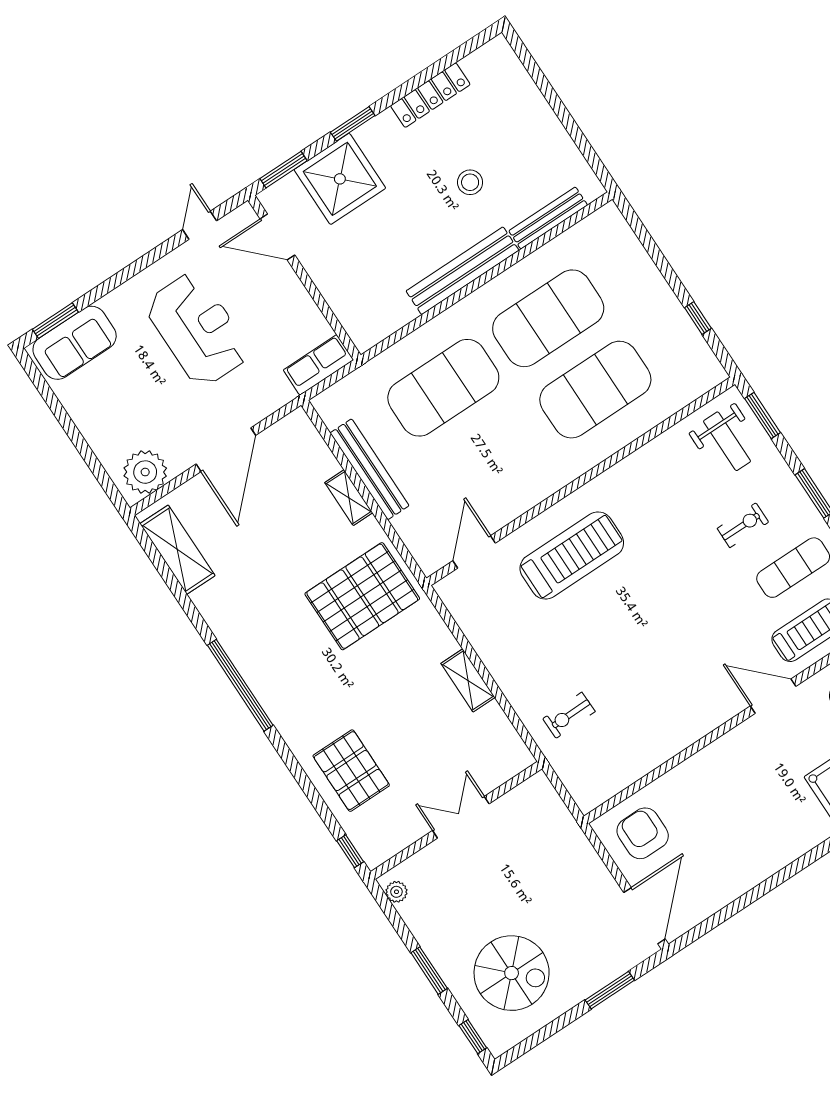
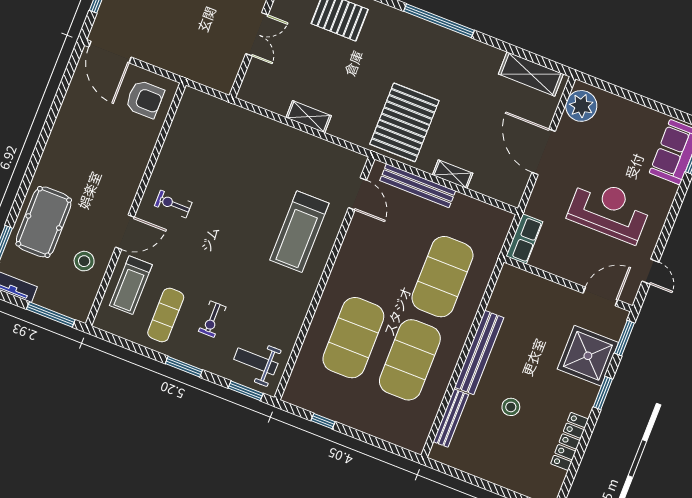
reception desk: (197, 329) -> (609, 210), turned 180
bench: (370, 469) -> (418, 186), moved
exercise bike: (569, 715) -> (173, 204), moved, turned -89

